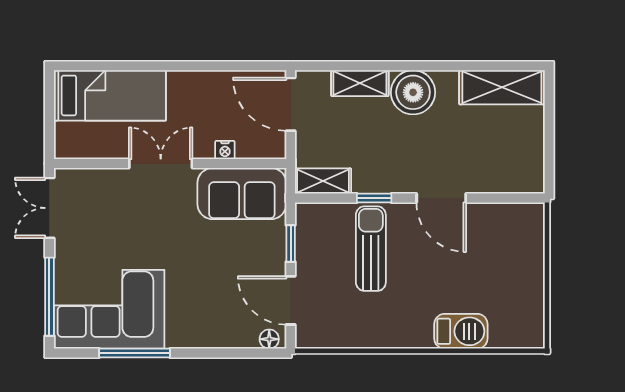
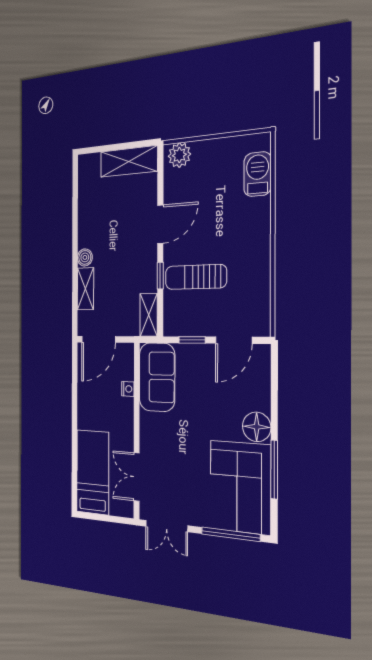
shelving: (502, 87) -> (129, 161), moved, turned 90
boiler: (413, 92) -> (85, 257), width x0.54, depth x0.54
double door: (161, 164) -> (137, 477), moved
plant: (528, 225) -> (179, 155), added
barbecue: (461, 331) -> (258, 174), moved
floor lamp: (269, 339) -> (257, 427), moved, width x1.89, depth x1.89

